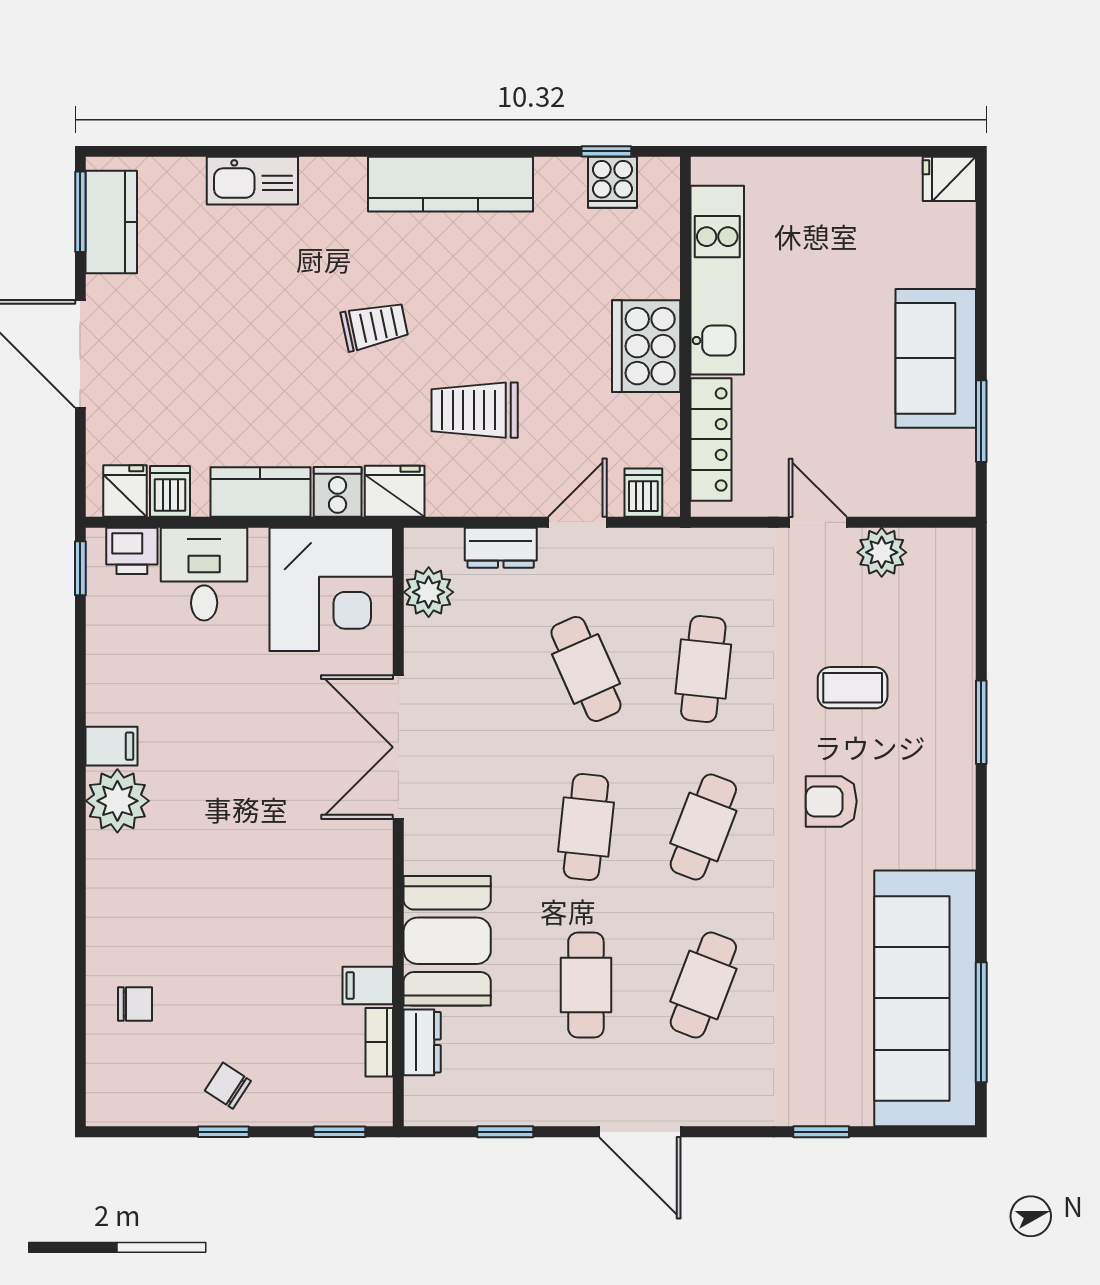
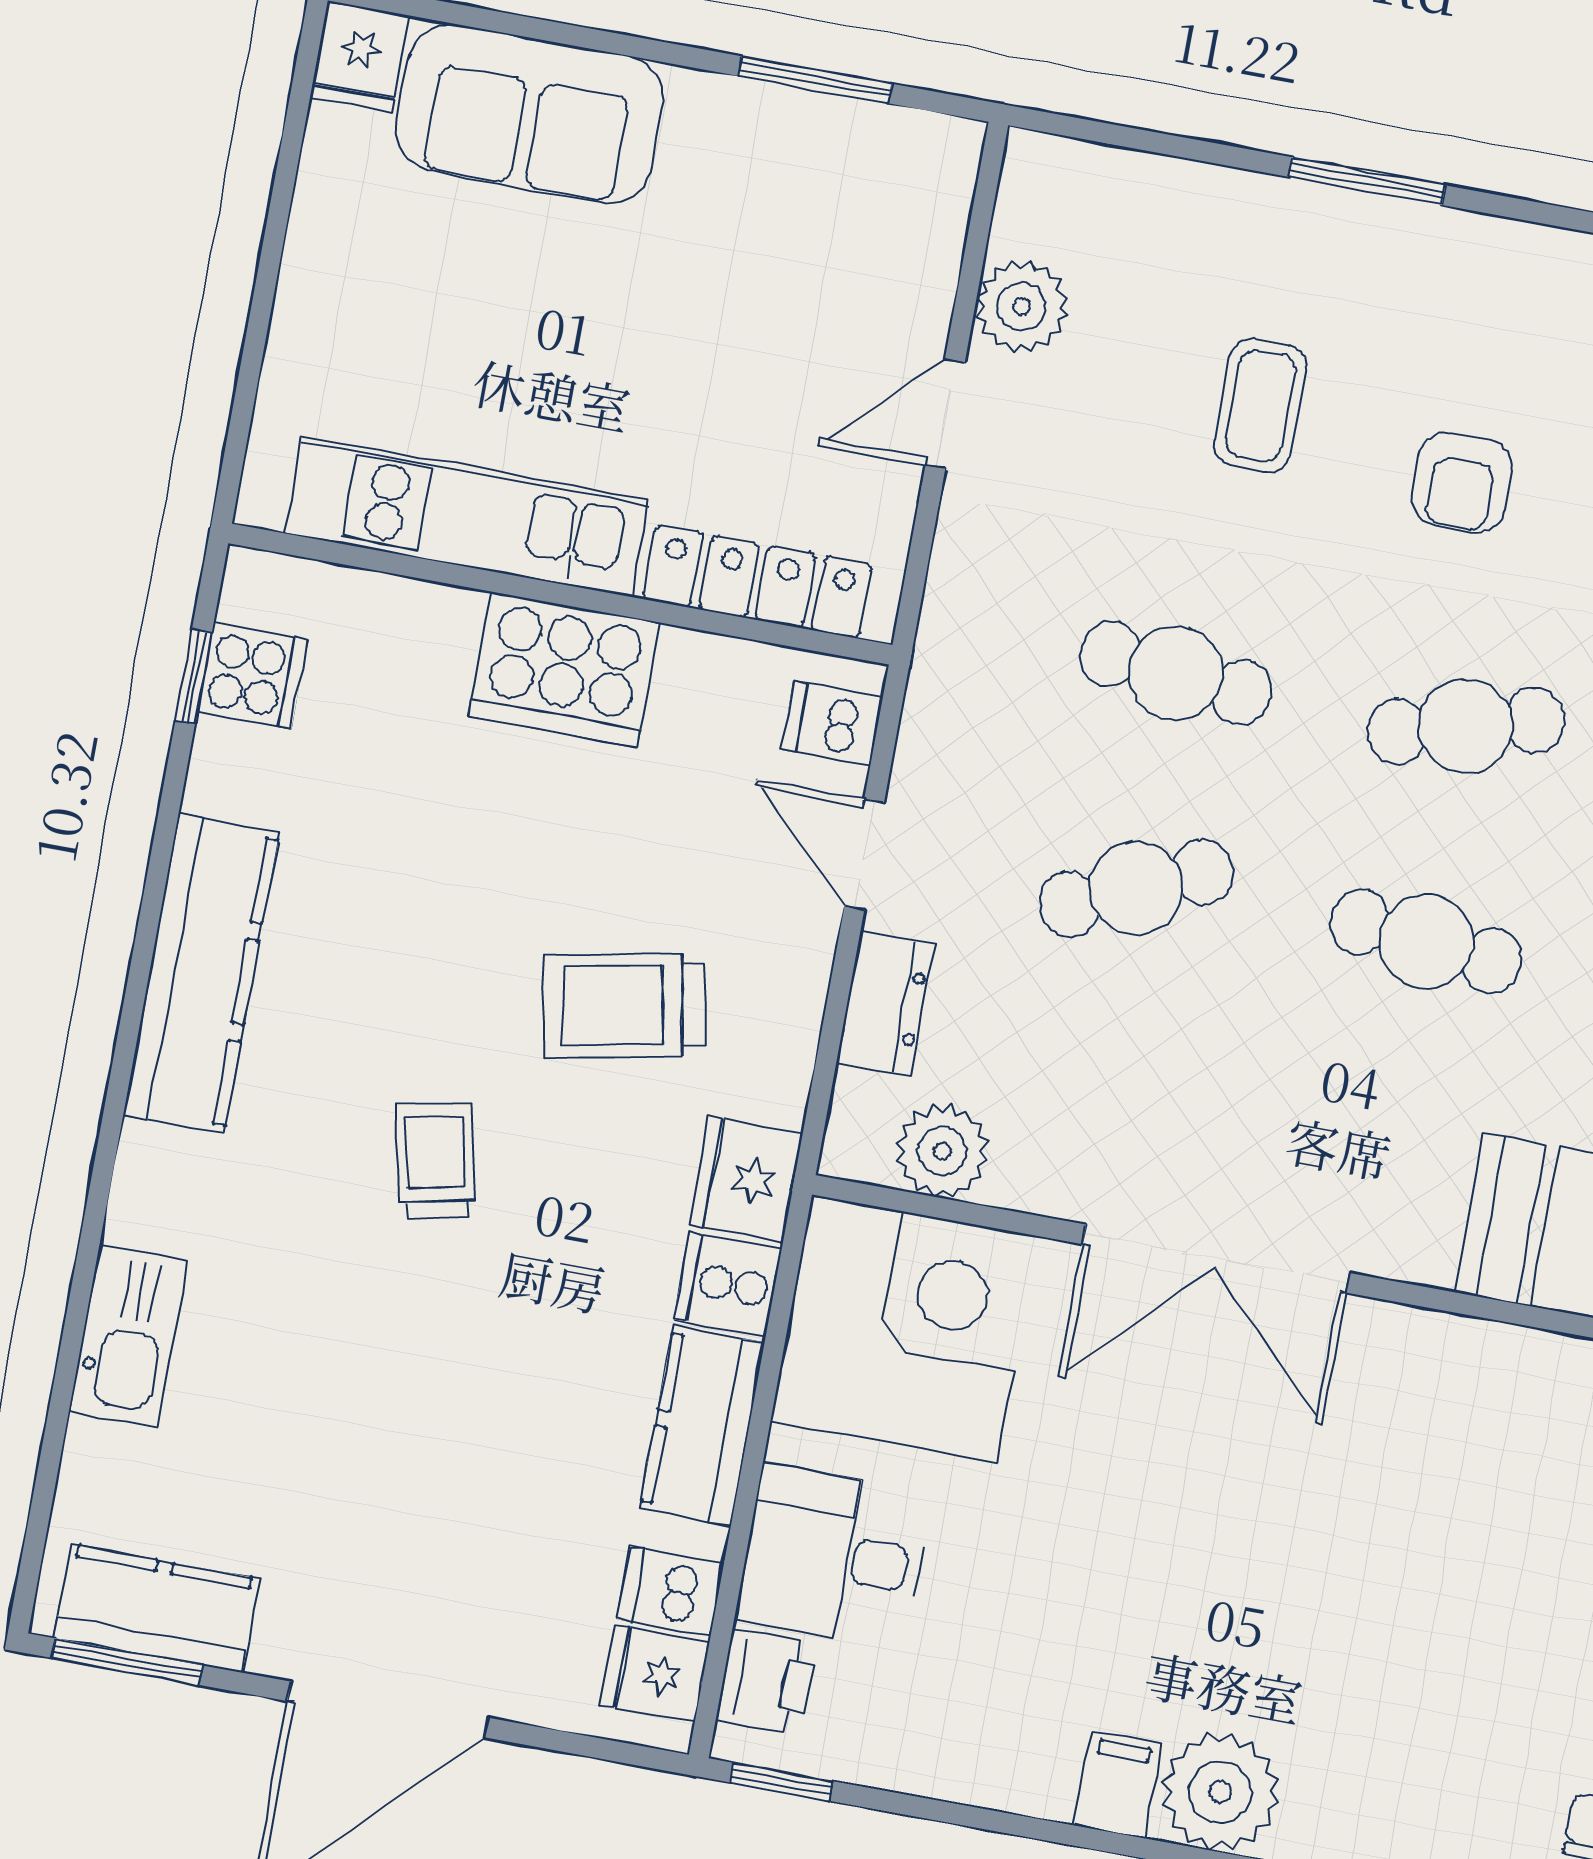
sofa: (936, 358) -> (530, 114), moved
trolley: (475, 410) -> (624, 1005), turned 79
cafe table: (703, 827) -> (1466, 726), turned -36

